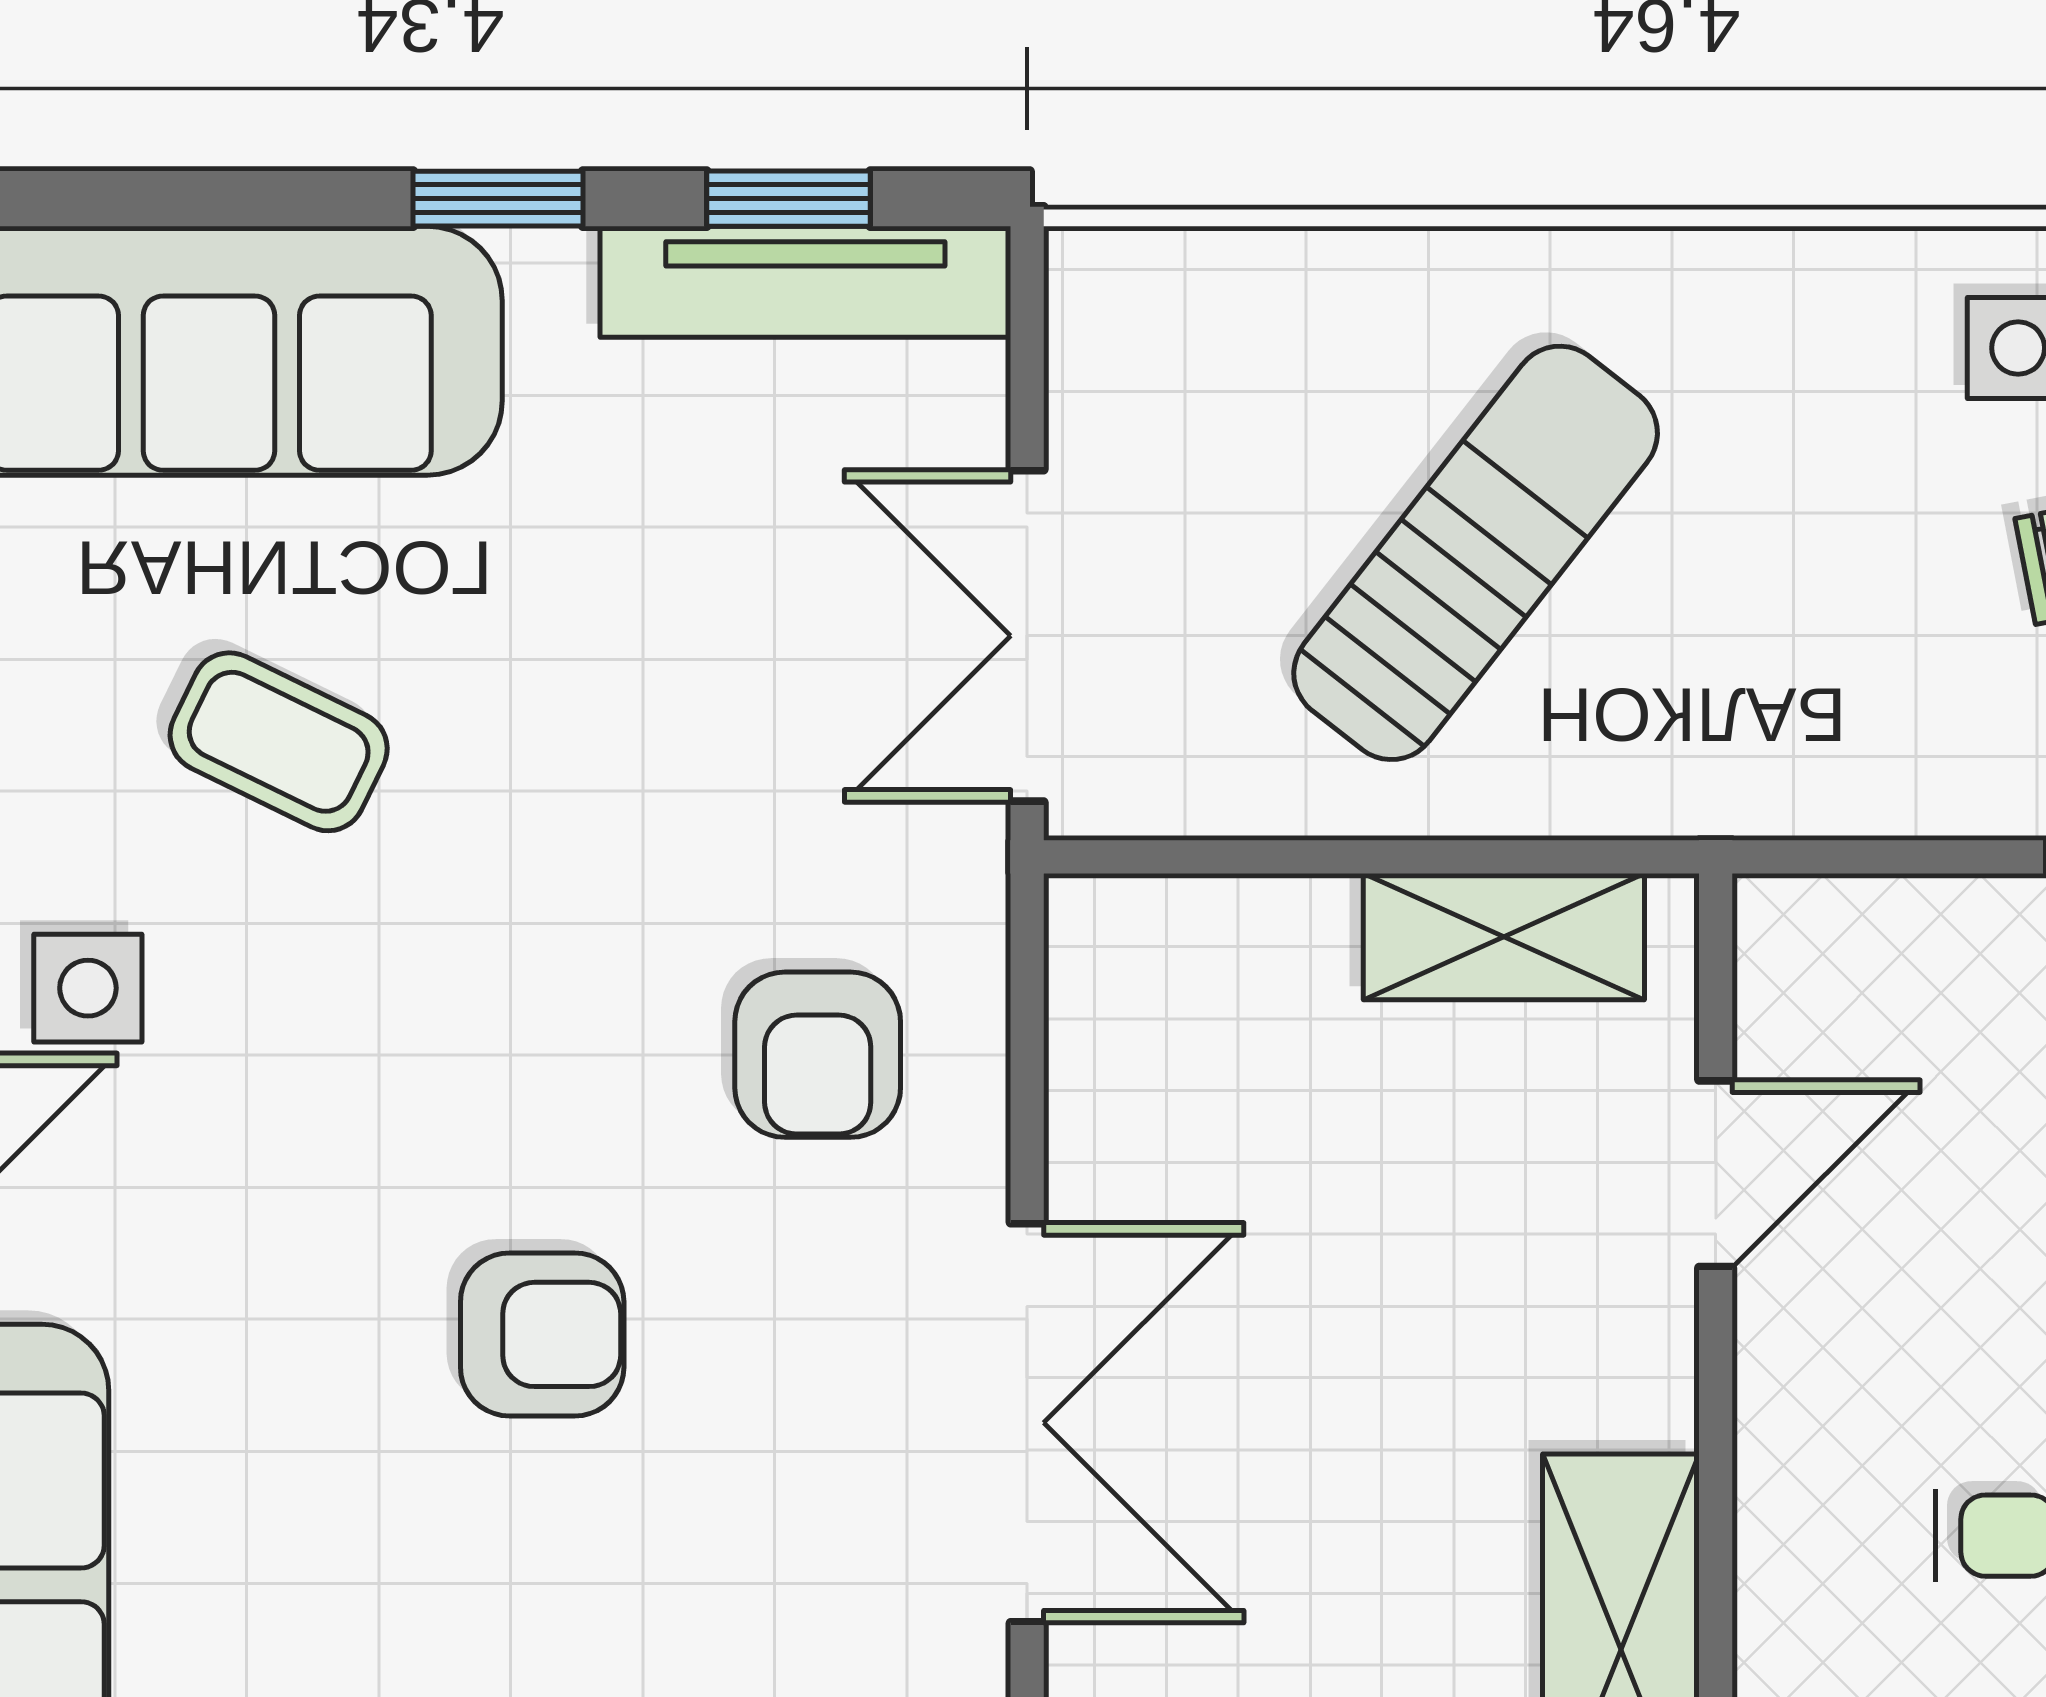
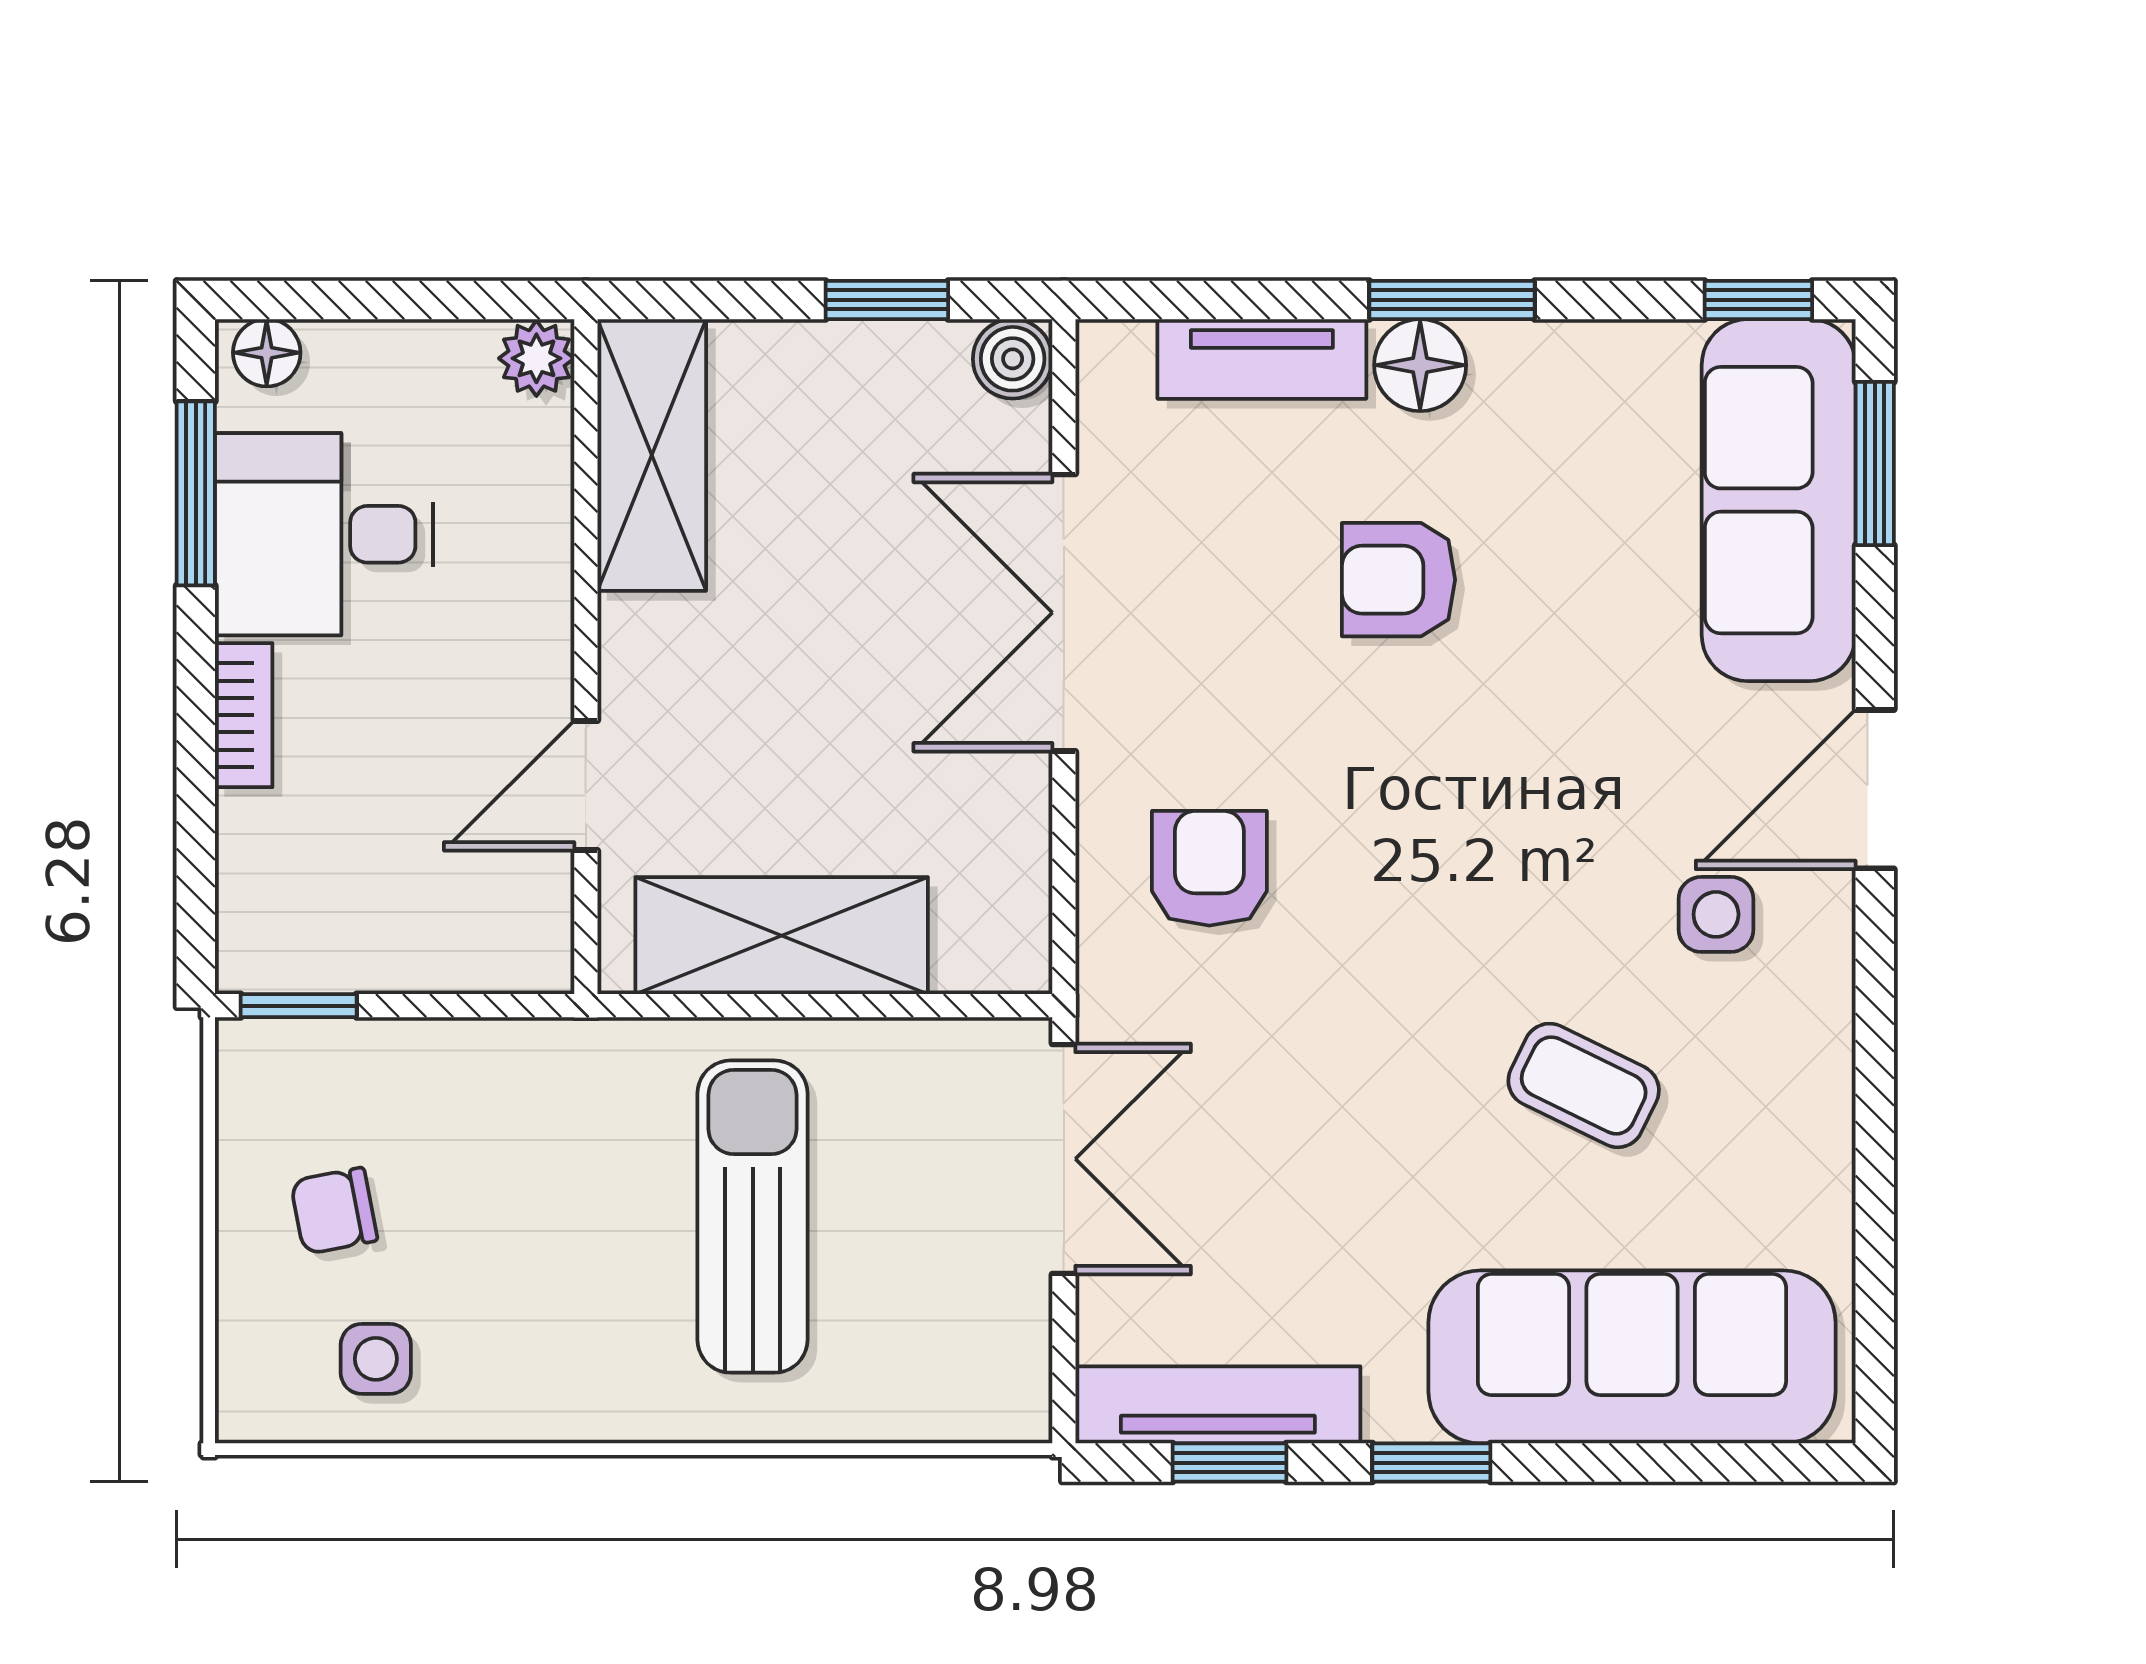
sun lounger: (1476, 553) -> (753, 1217), turned 142
shelving: (1504, 937) -> (782, 936), width x1.50, depth x1.33
armchair: (542, 1334) -> (1399, 580), moved

